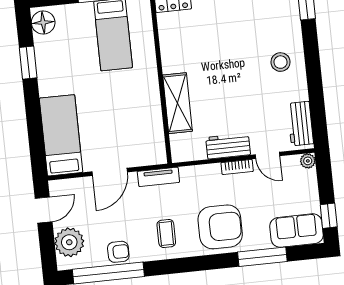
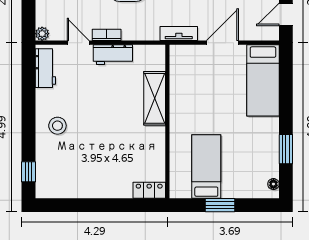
floor lamp: (43, 22) -> (273, 184), width x0.53, depth x0.53

